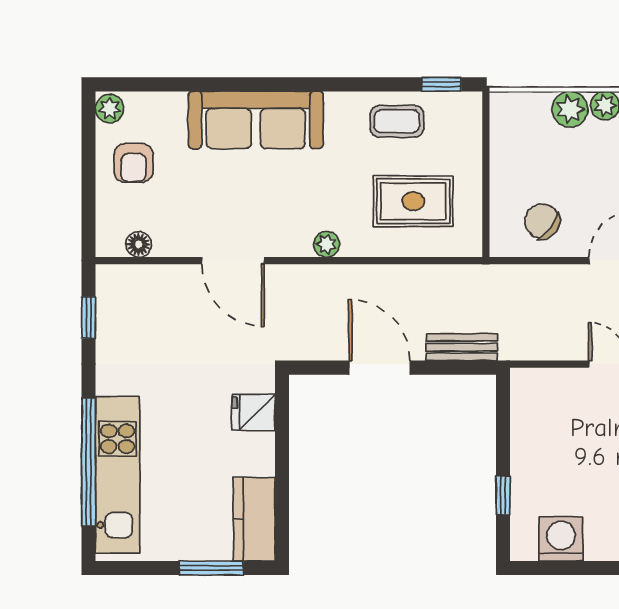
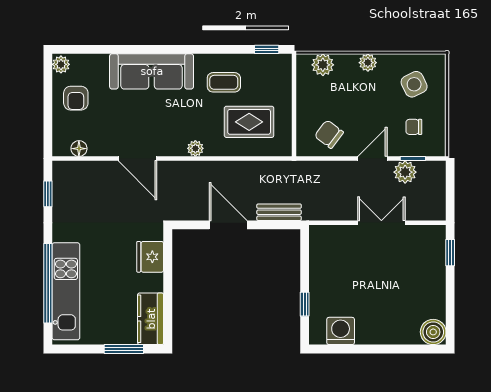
plant: (570, 109) -> (323, 65), moved
coffee table: (397, 121) -> (224, 82), moved
fridge: (254, 412) -> (150, 257), width x1.38

